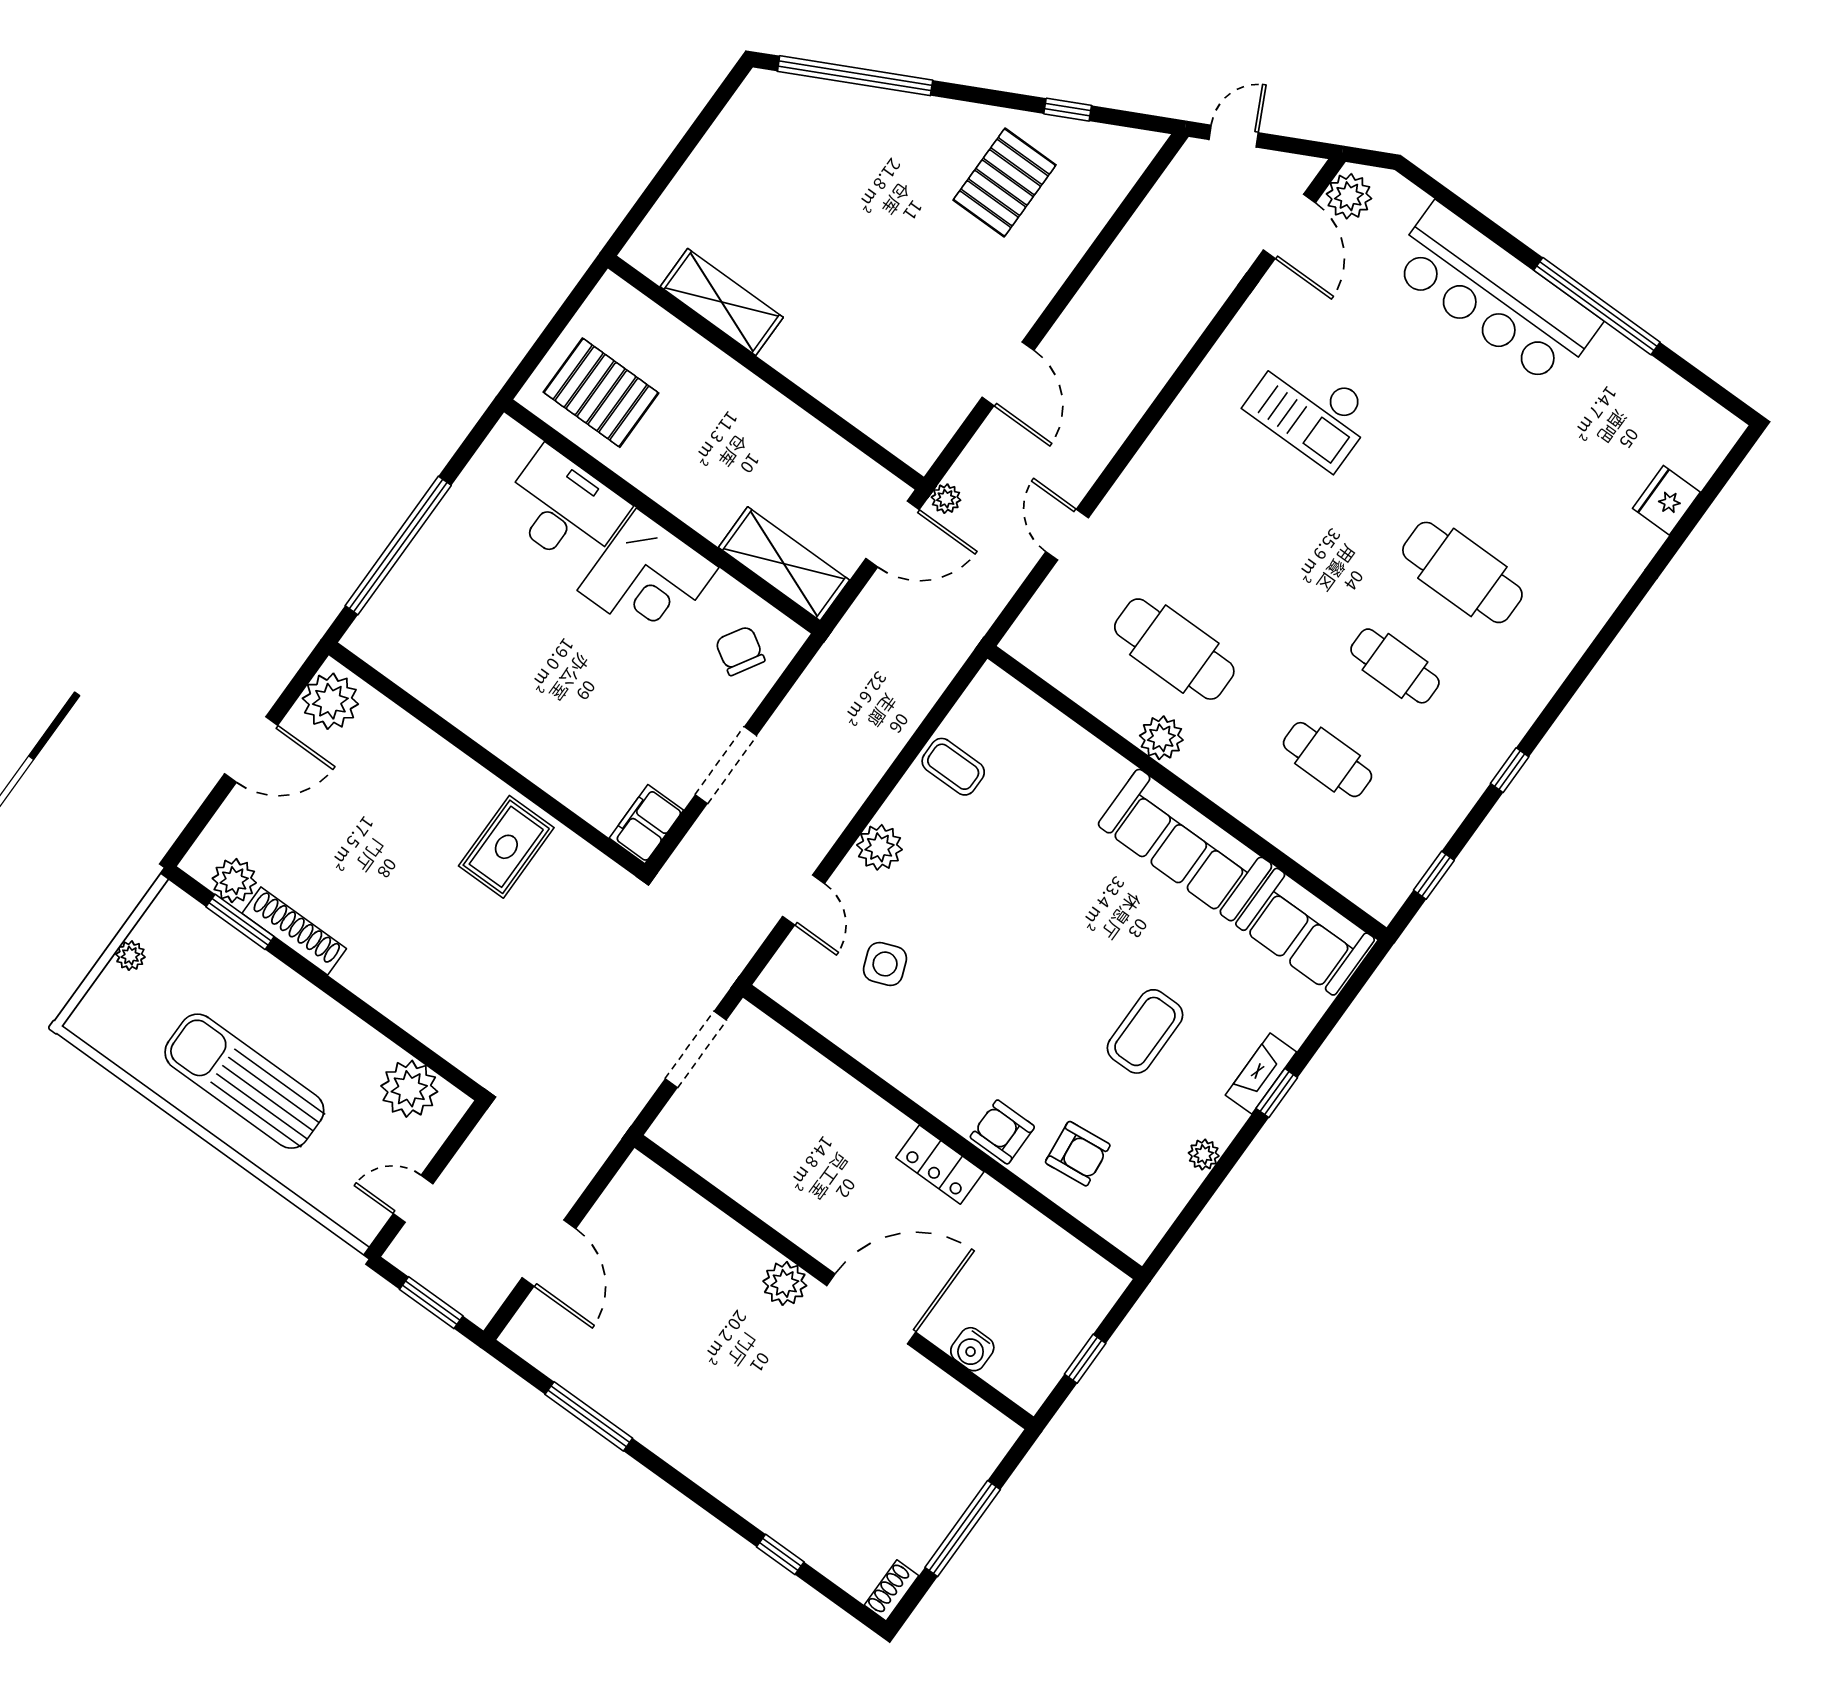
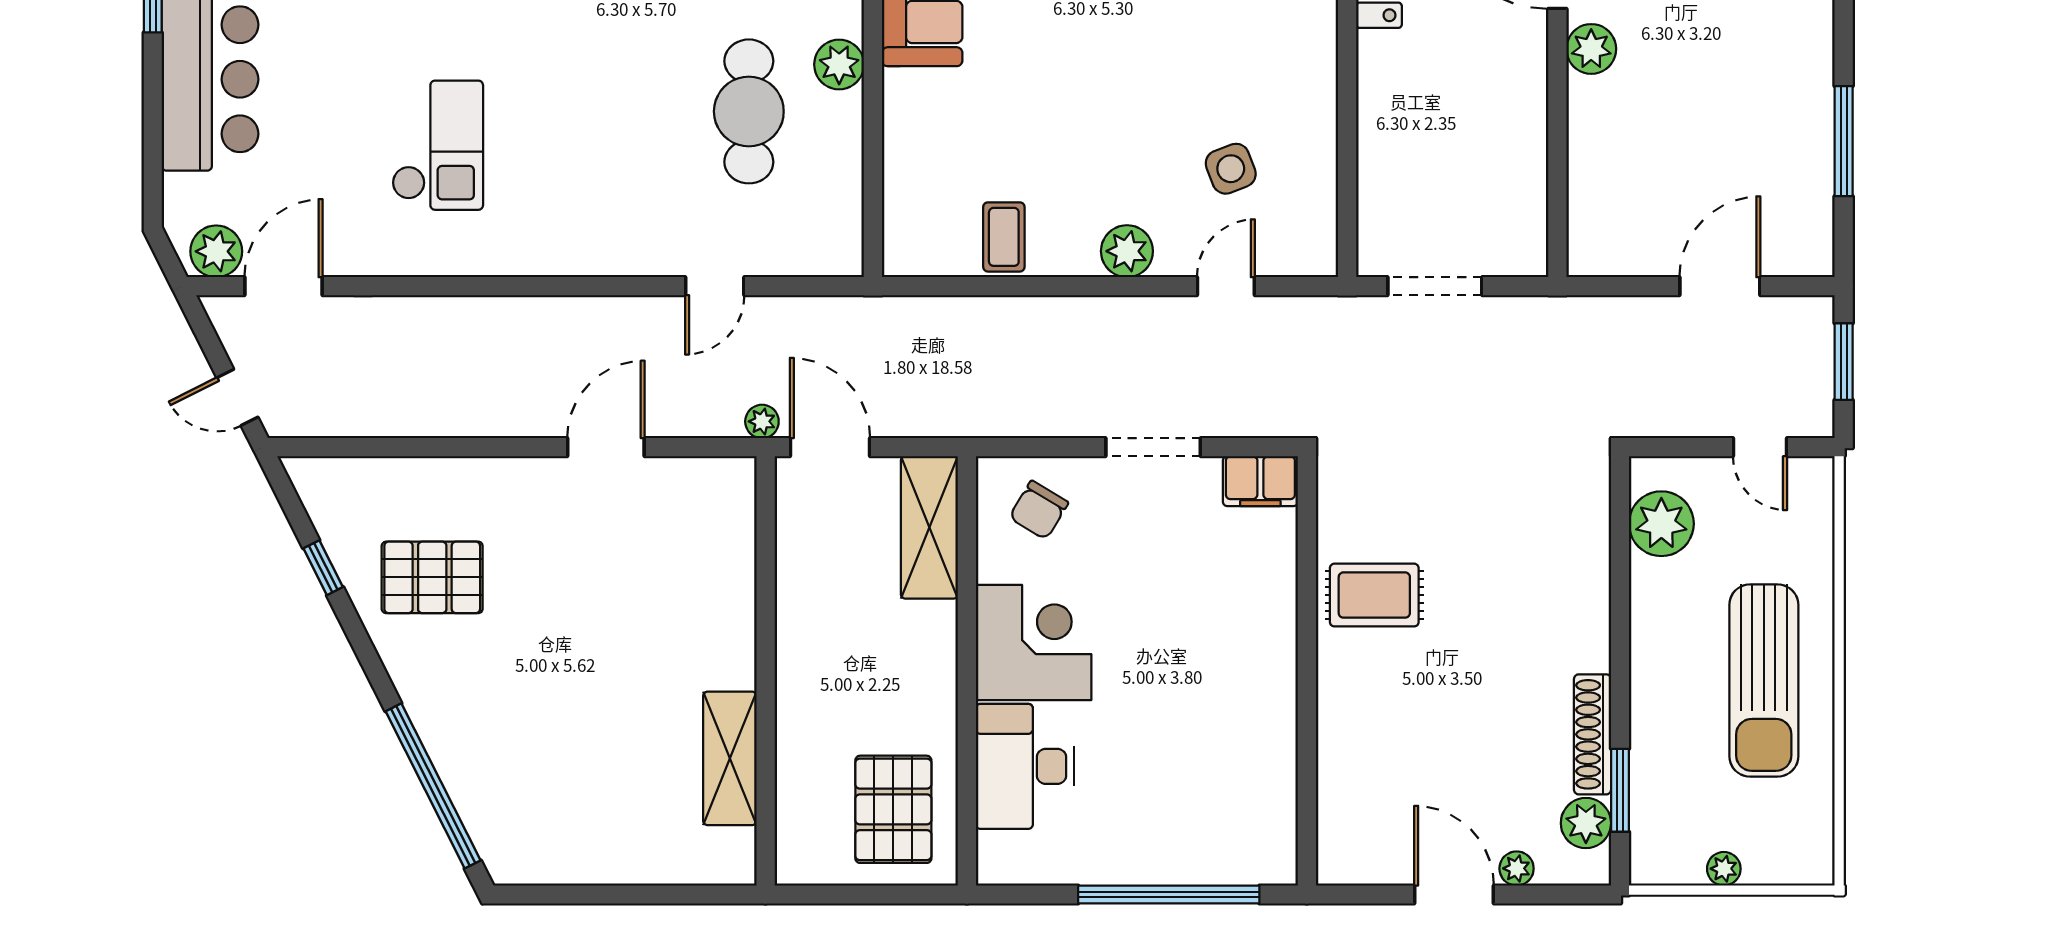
plant: (330, 701) -> (1517, 868), moved, width x0.53, depth x0.53

